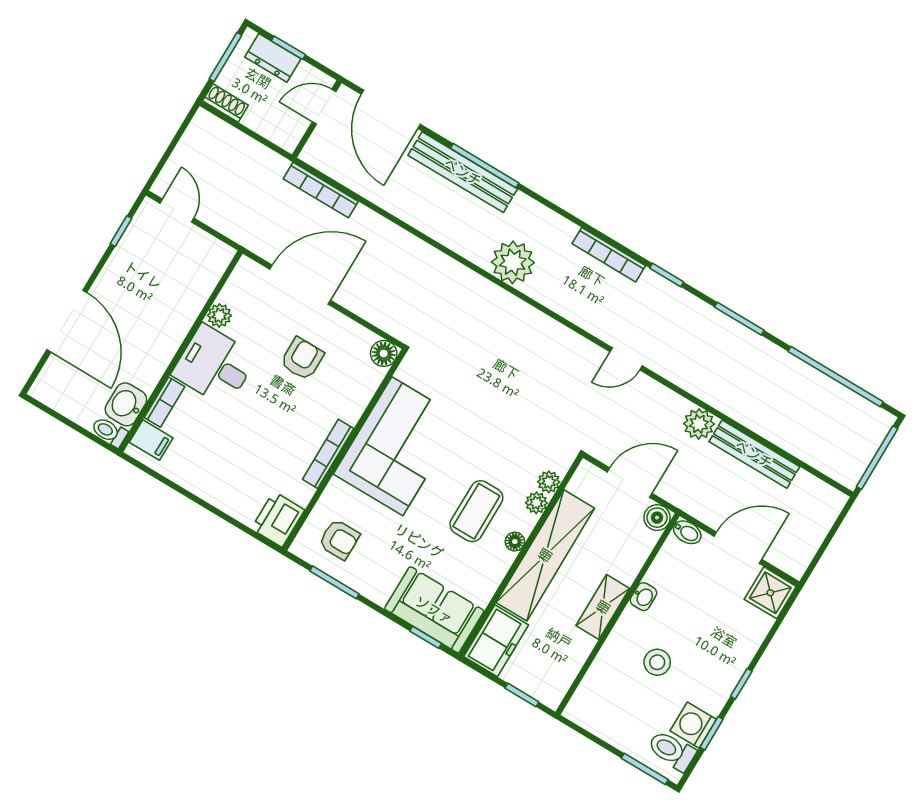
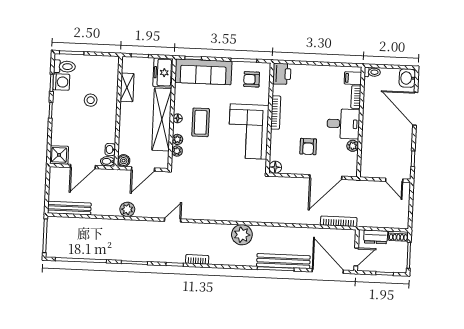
dresser: (273, 58) -> (376, 237), moved, turned 180
bookcase: (609, 255) -> (197, 259), width x0.64
washbasin: (126, 404) -> (407, 78), moved, turned 180
bench: (754, 454) -> (69, 208), moved
washbasin: (643, 597) -> (110, 150), moved
shelving: (603, 607) -> (127, 87), moved
sofa: (434, 610) -> (203, 72), width x1.36

